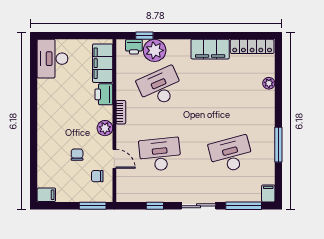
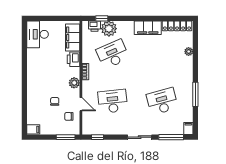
window: (155, 206) -> (97, 137), moved

